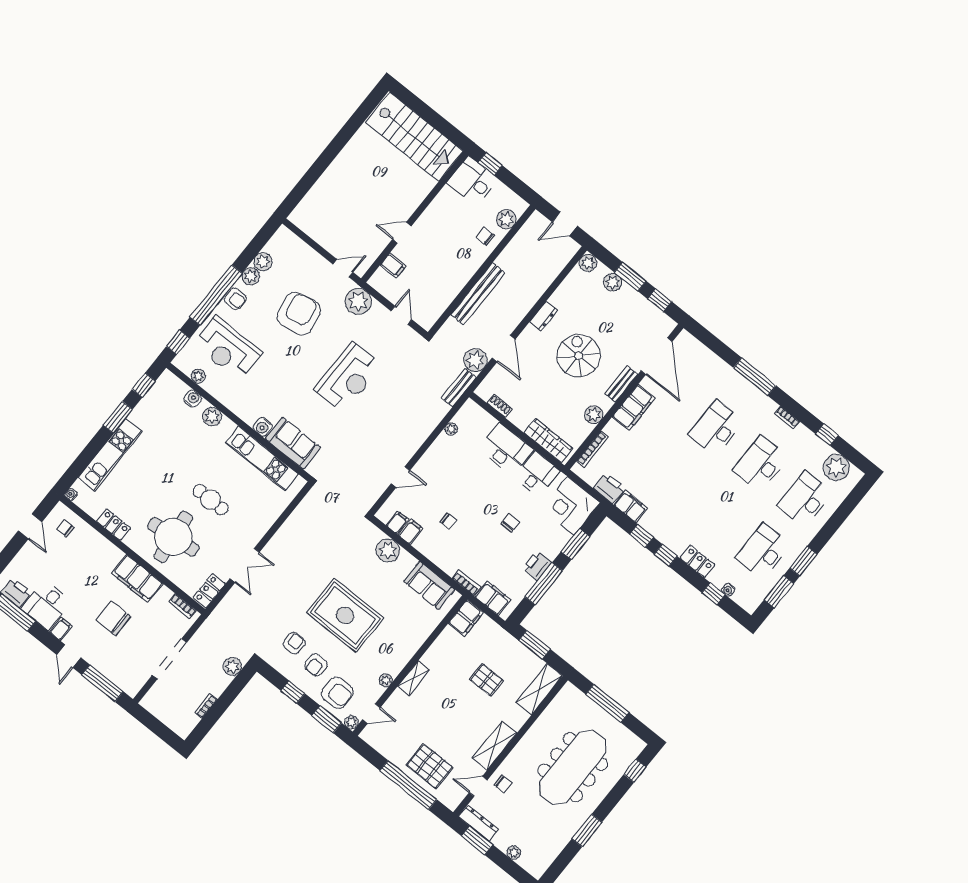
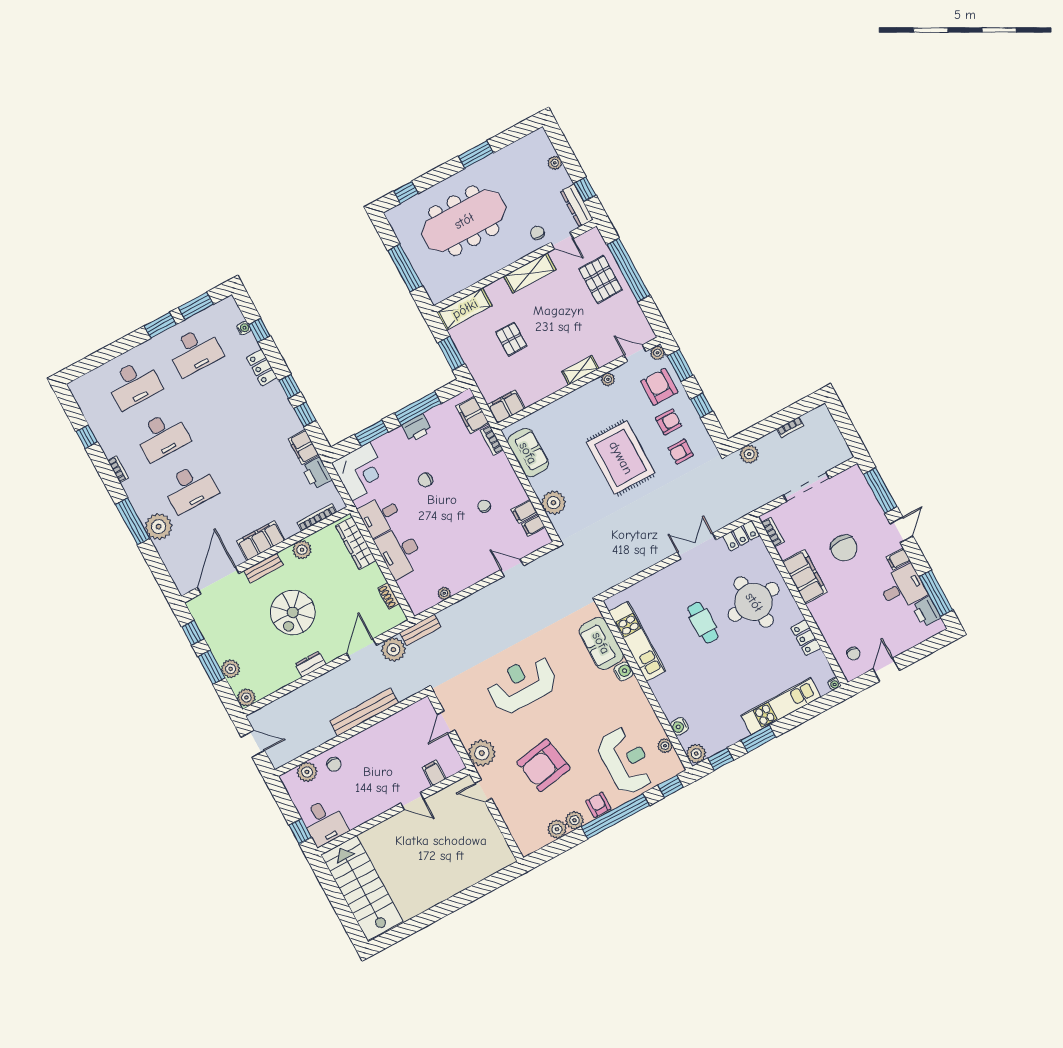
plant: (212, 417) -> (696, 754), moved
plant: (836, 467) -> (159, 527), moved
window: (477, 840) -> (585, 189), width x0.67

